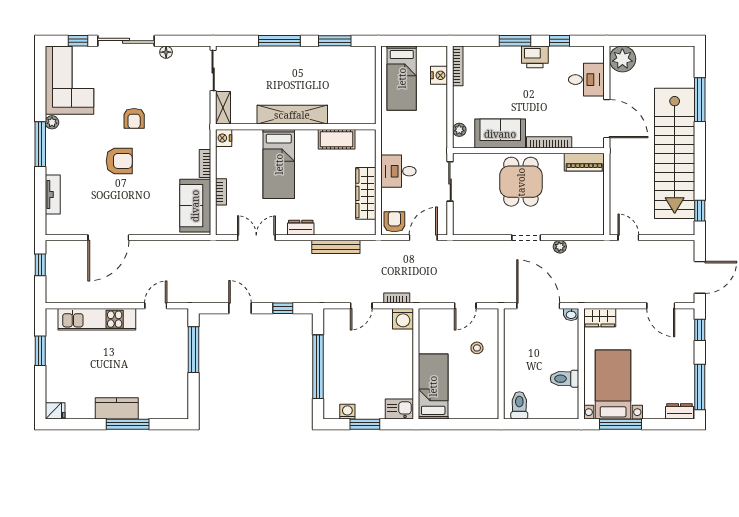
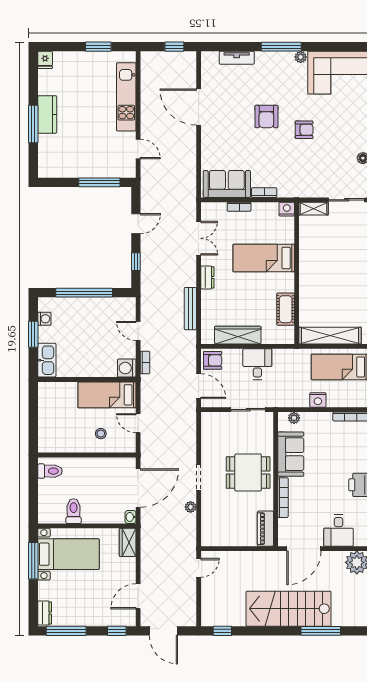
nightstand: (439, 75) -> (318, 400), moved
shelving: (292, 115) -> (330, 336), moved, turned 90
armchair: (134, 118) -> (304, 130), turned 180
stairs: (675, 153) -> (289, 609), width x0.73
bed: (433, 386) -> (107, 395), moved, turned 180
kitchen sink: (399, 409) -> (47, 360), width x1.38

